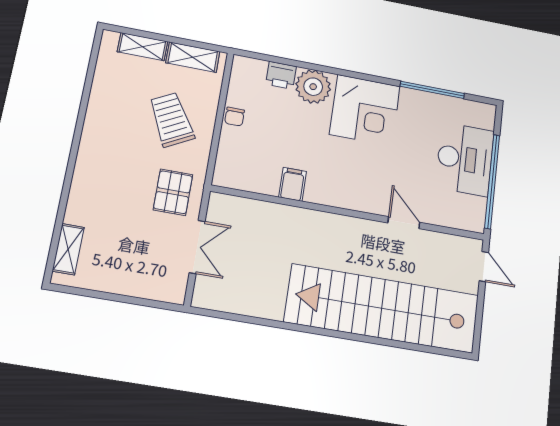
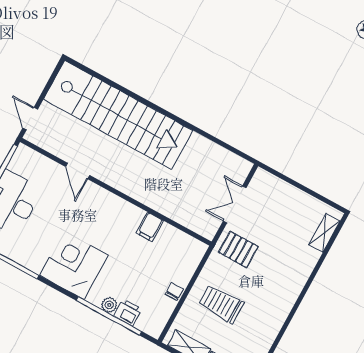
window: (302, 65) -> (109, 316), added
plant: (313, 87) -> (109, 305), width x0.53, depth x0.53
trolley: (171, 120) -> (221, 304), turned 118
pallet: (173, 192) -> (238, 250), turned 90

